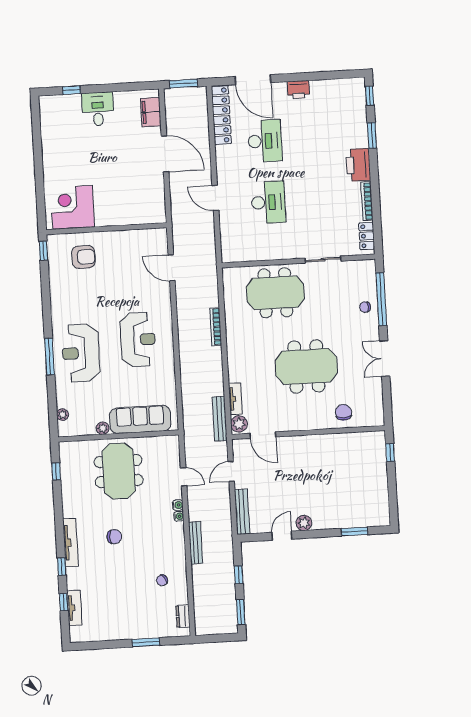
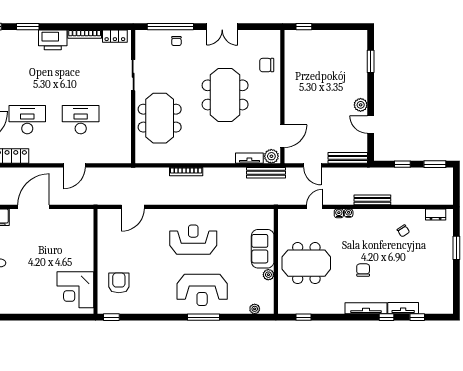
sofa: (140, 419) -> (263, 249), width x0.73
tv unit: (74, 608) -> (403, 308), moved

